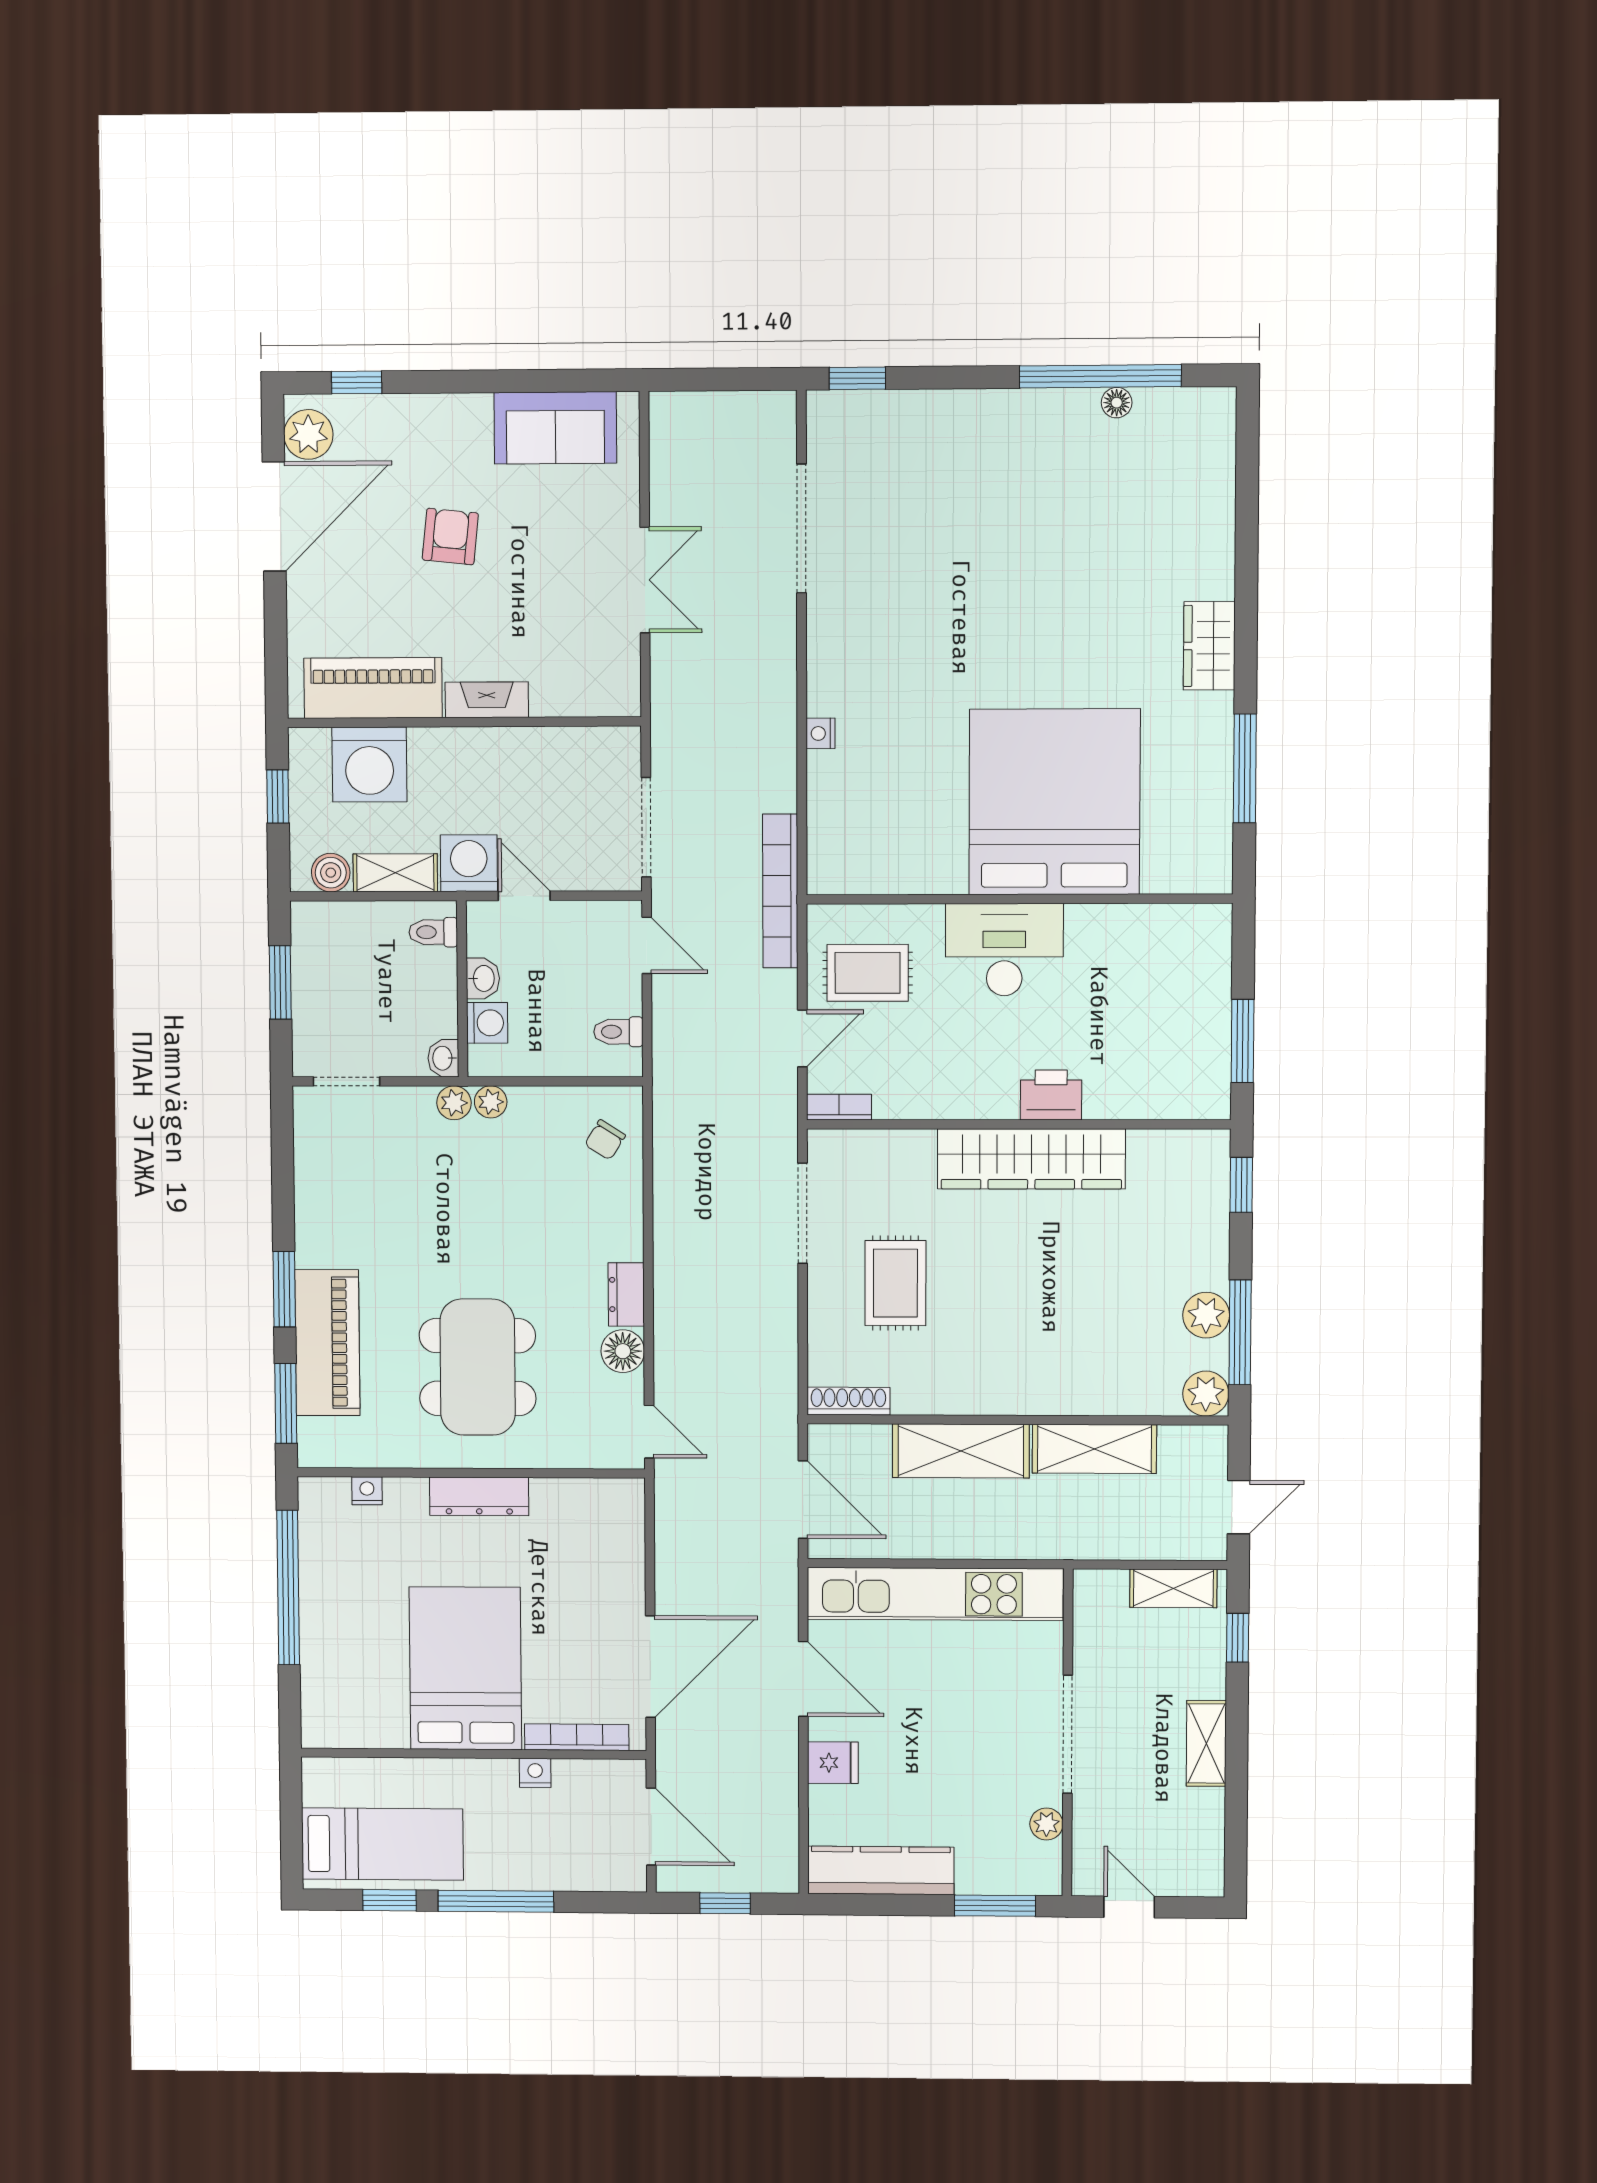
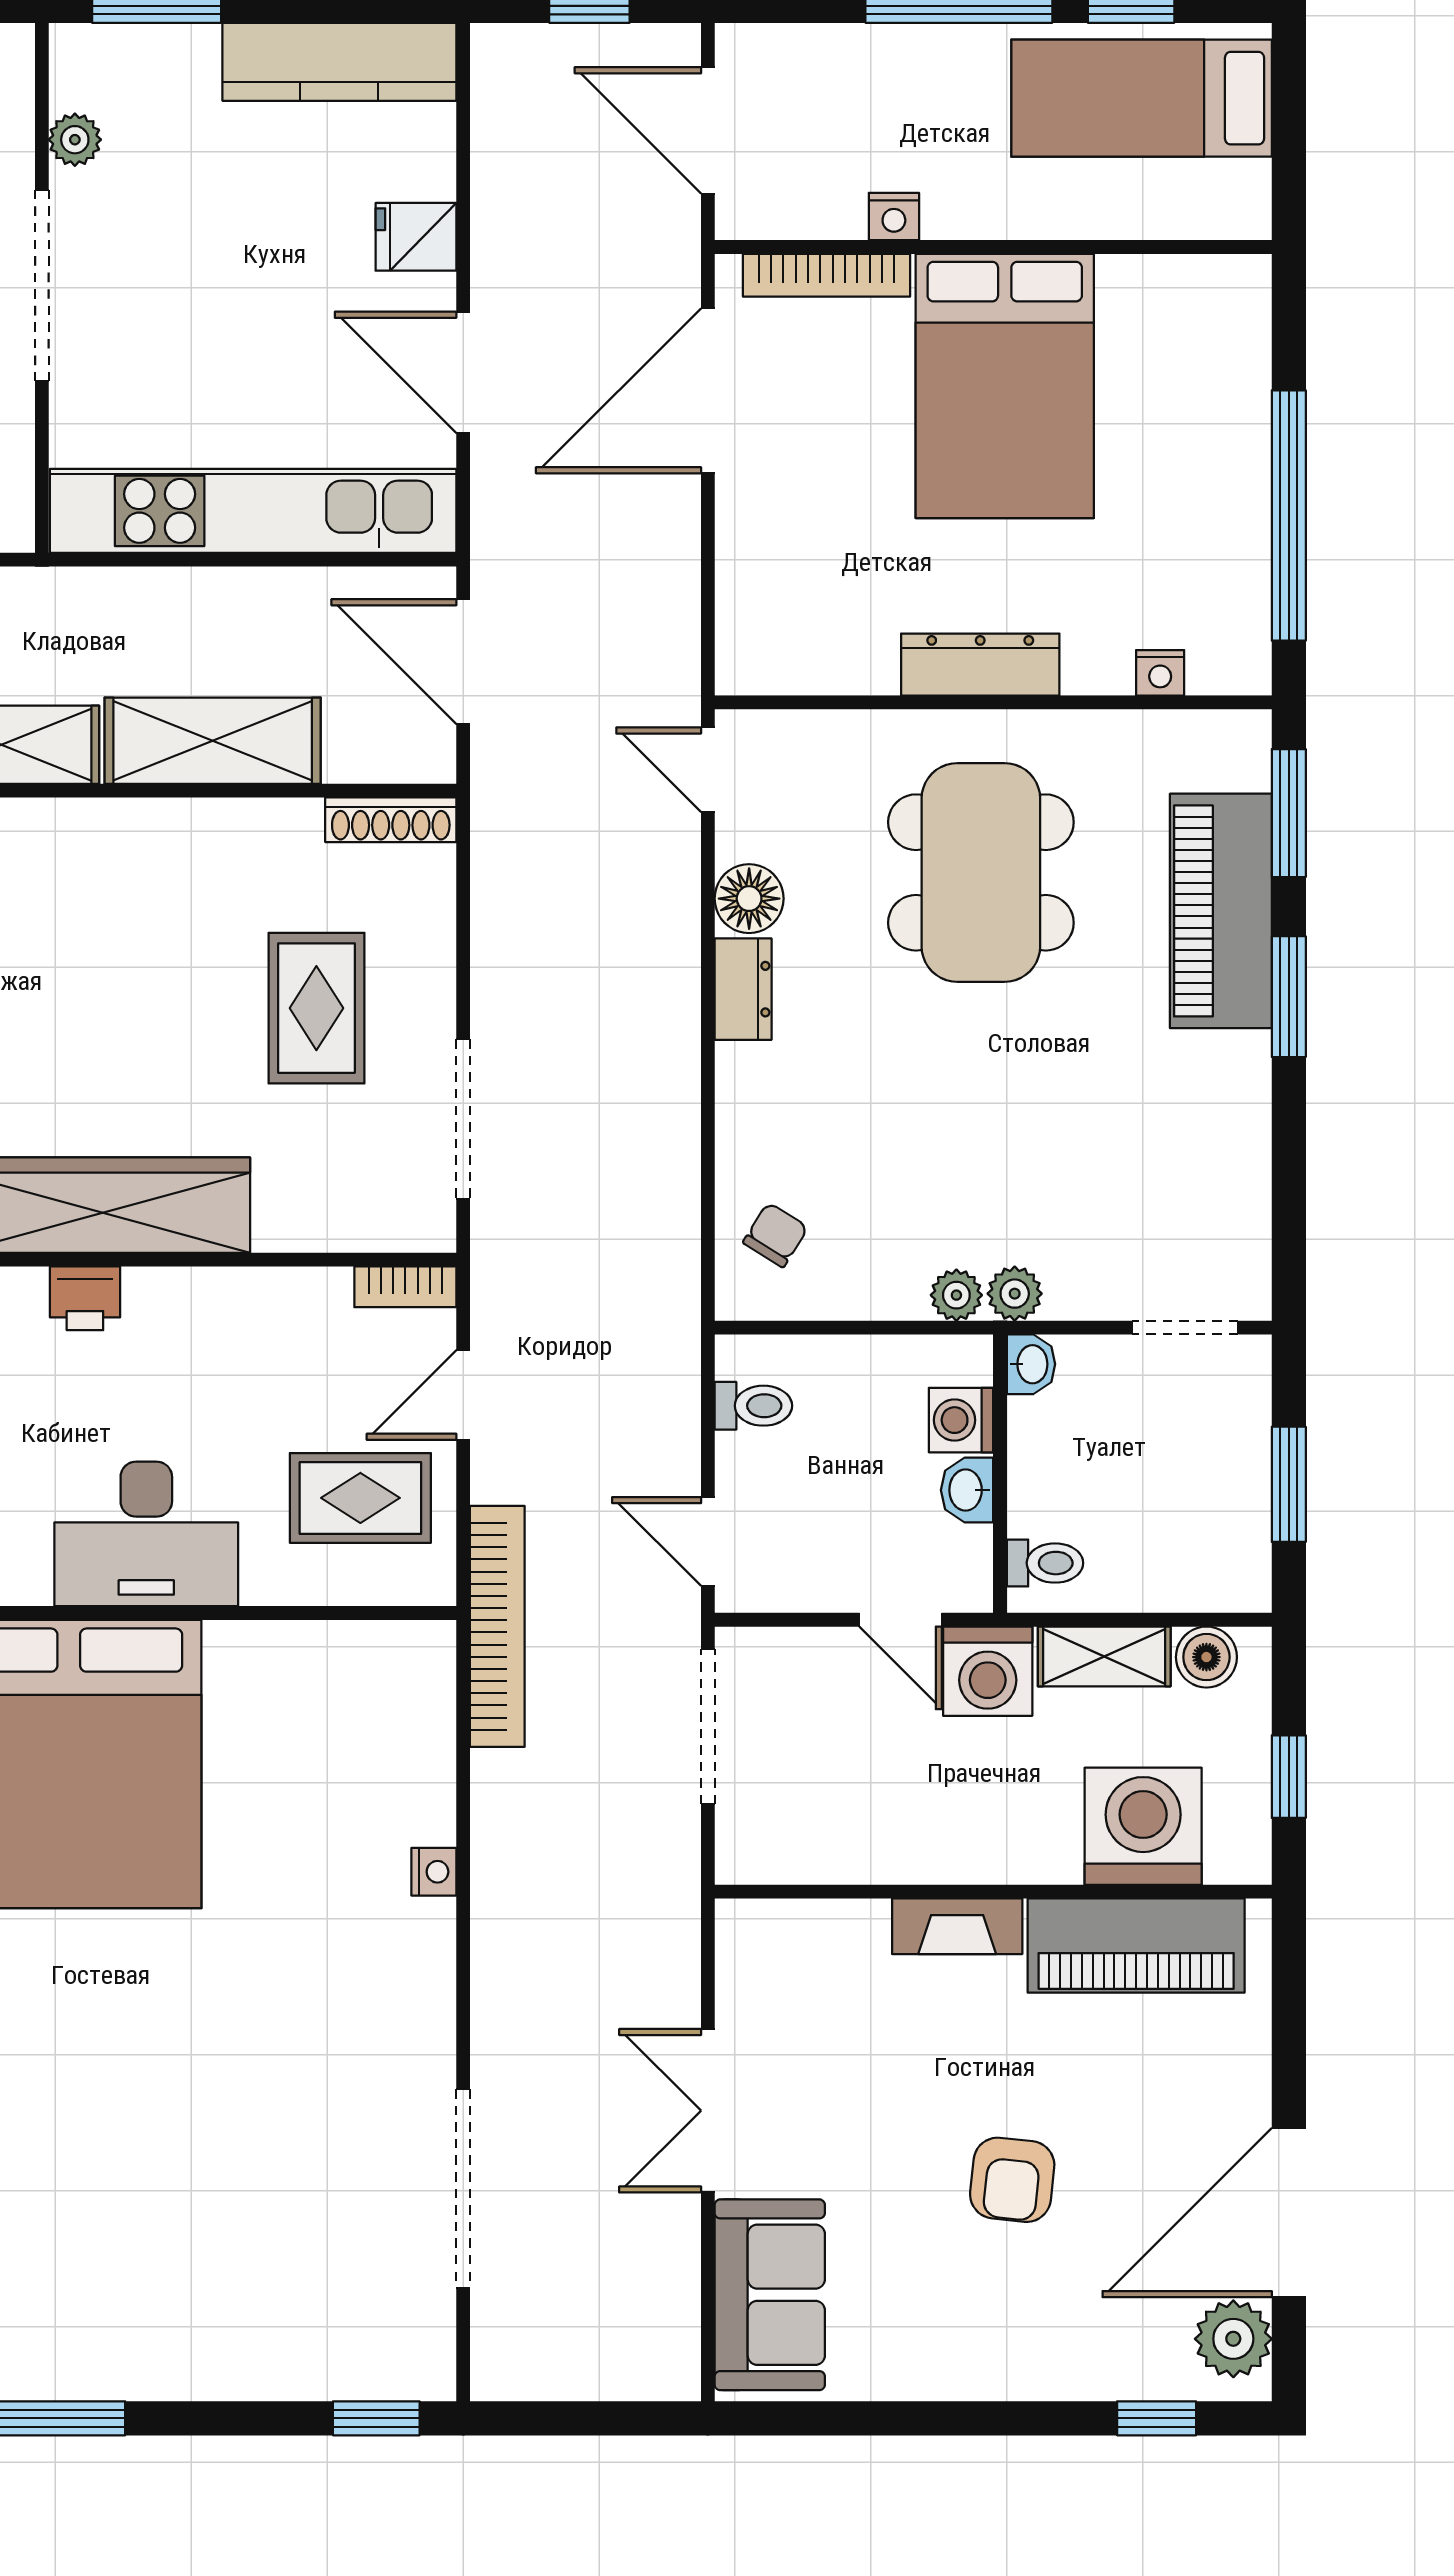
sofa: (555, 428) -> (770, 2295), moved, turned 90
printer: (1051, 1095) -> (85, 1298), width x0.73, depth x0.81

